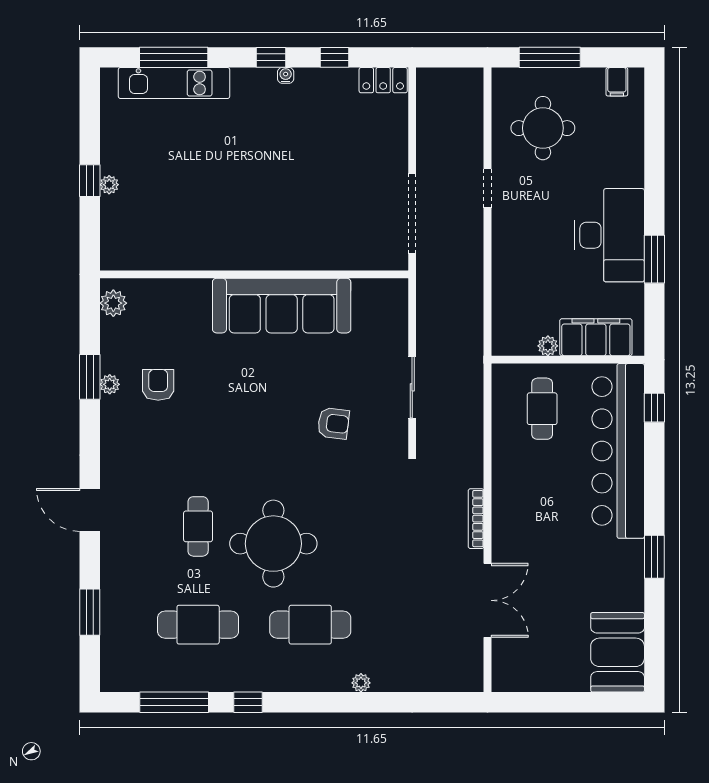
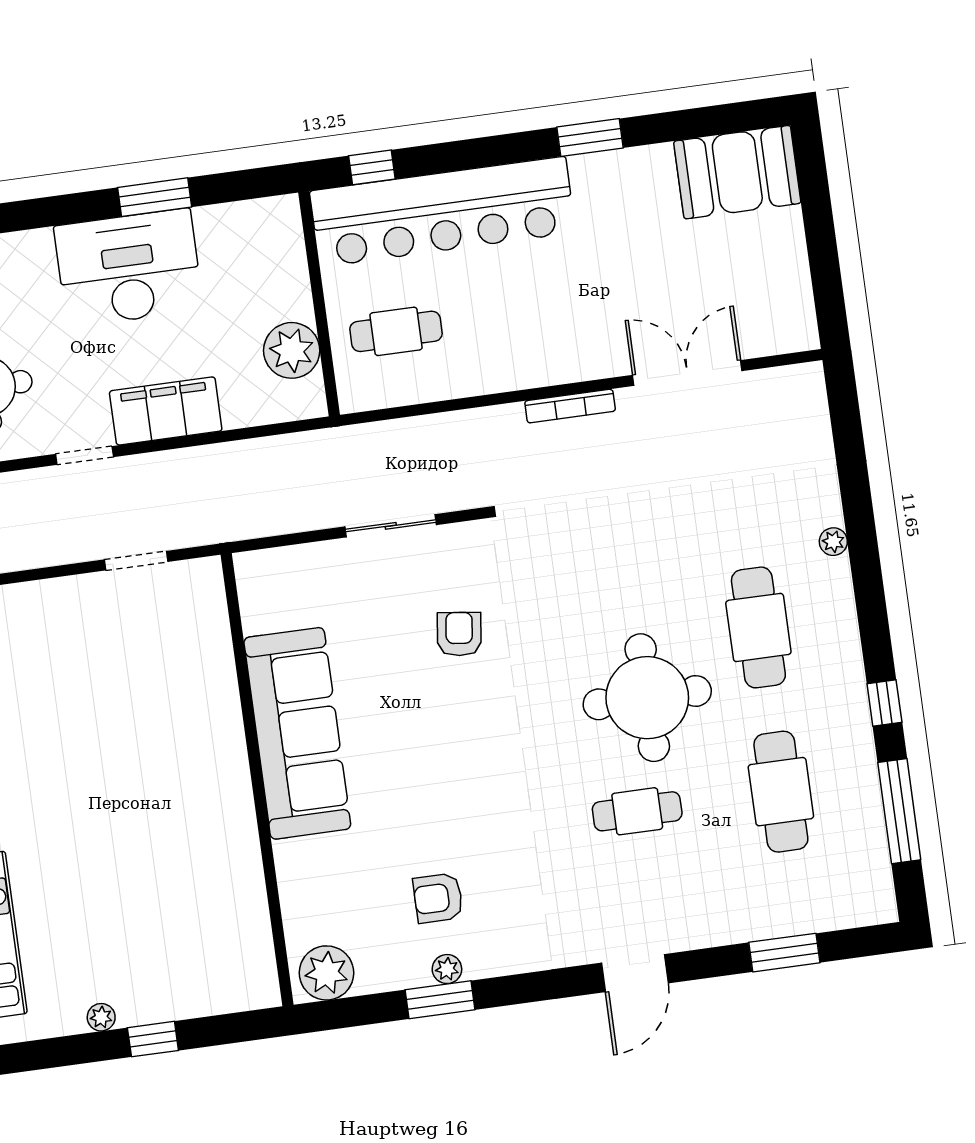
plant: (109, 185) -> (101, 1017), moved
doorway: (412, 213) -> (136, 561), width x0.53
plant: (113, 303) -> (327, 973), width x1.36, depth x1.36
filing cabinet: (596, 337) -> (166, 411), moved, turned 90
plant: (548, 346) -> (292, 350), width x1.88, depth x1.88

